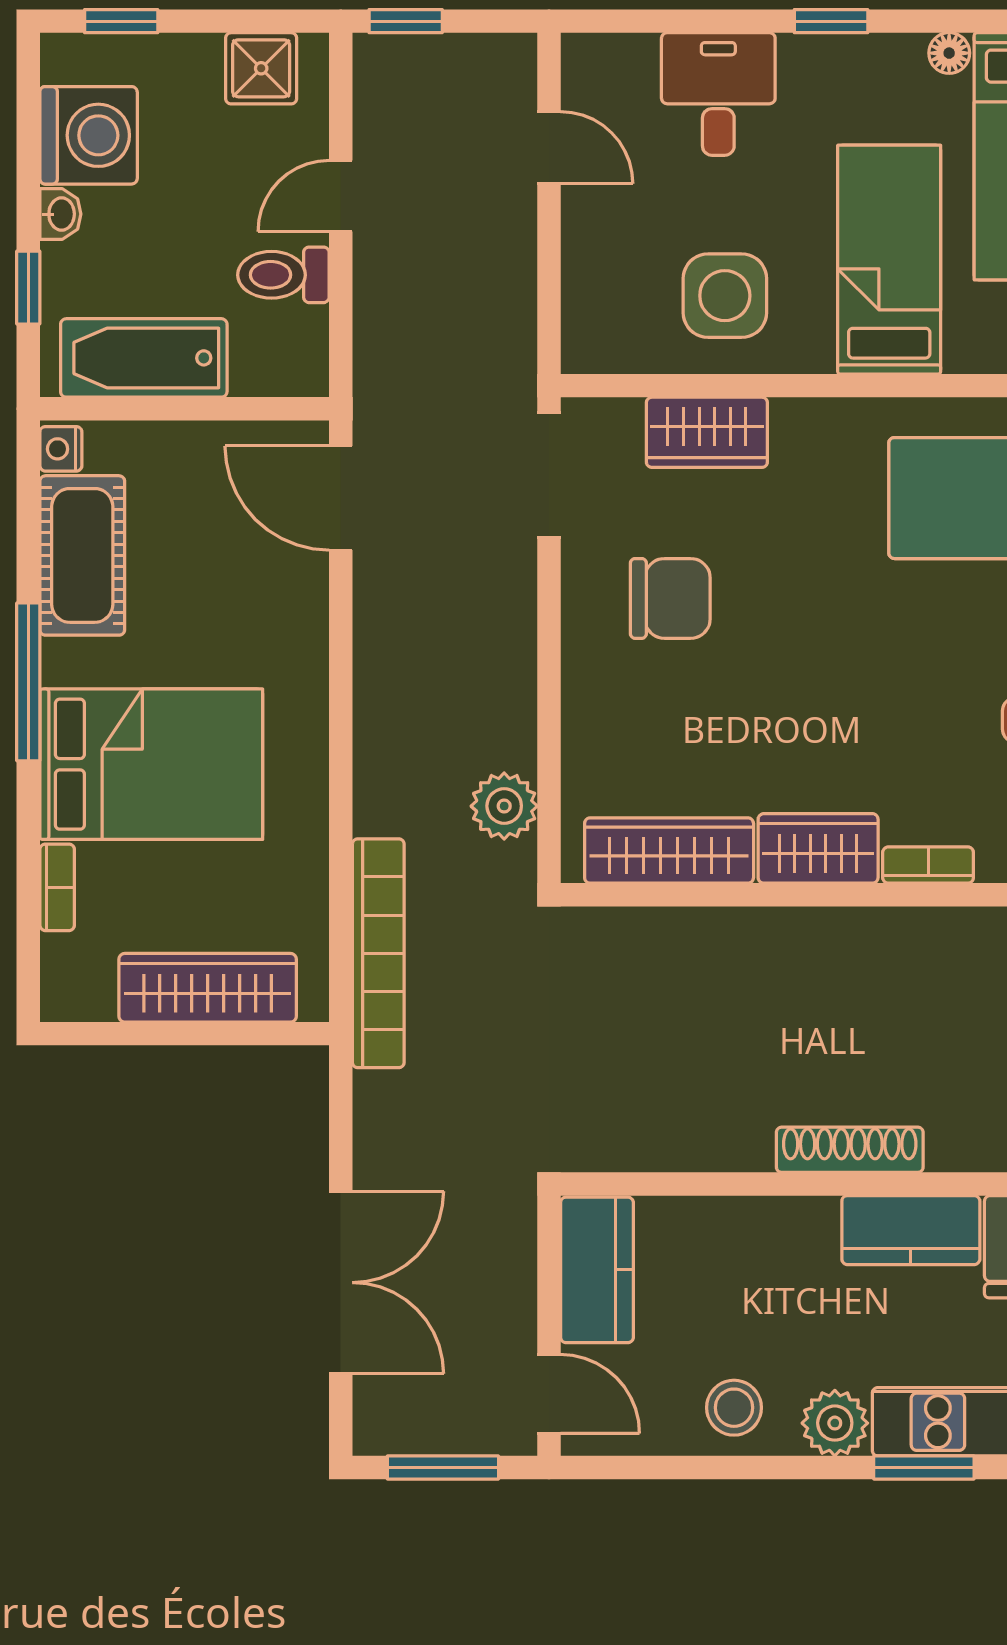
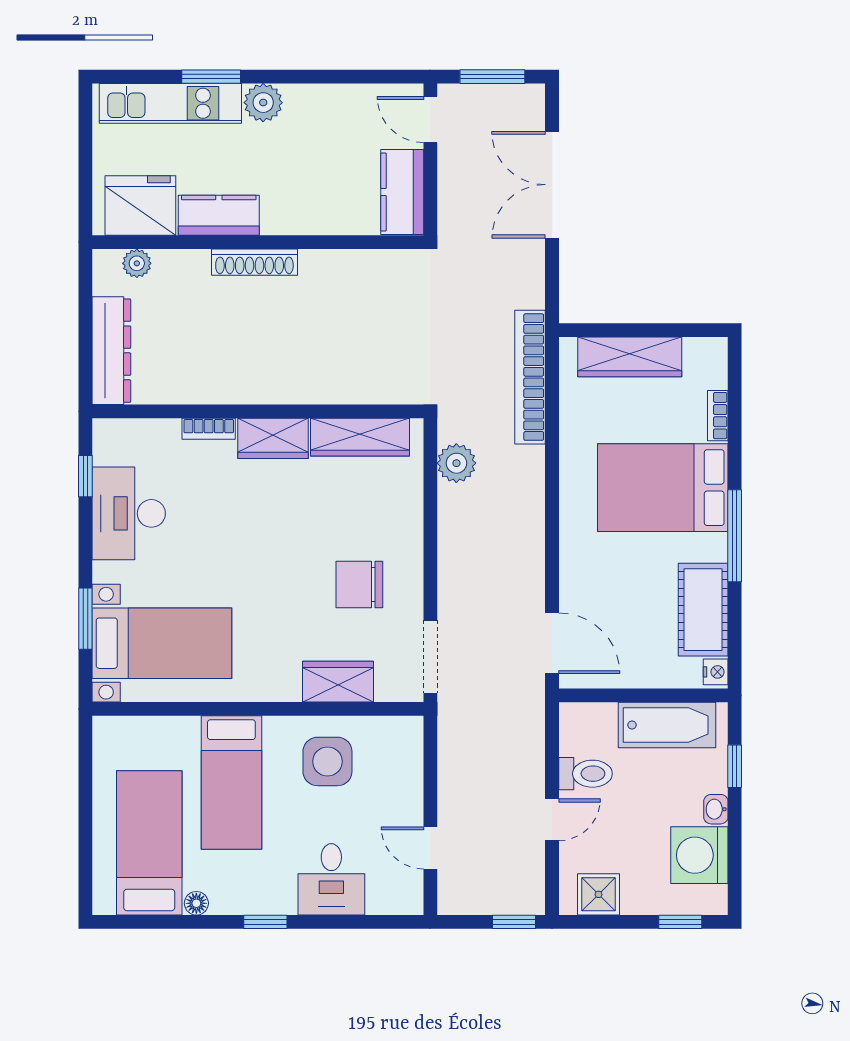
stool: (734, 1408) -> (322, 111), removed

